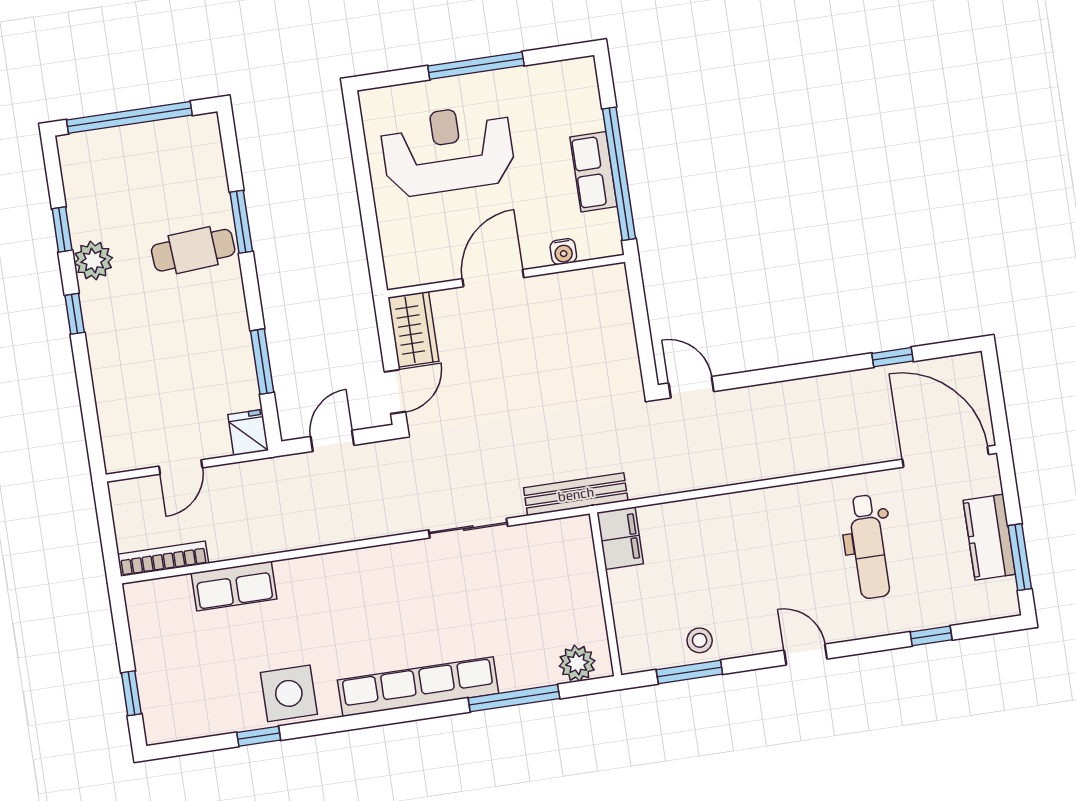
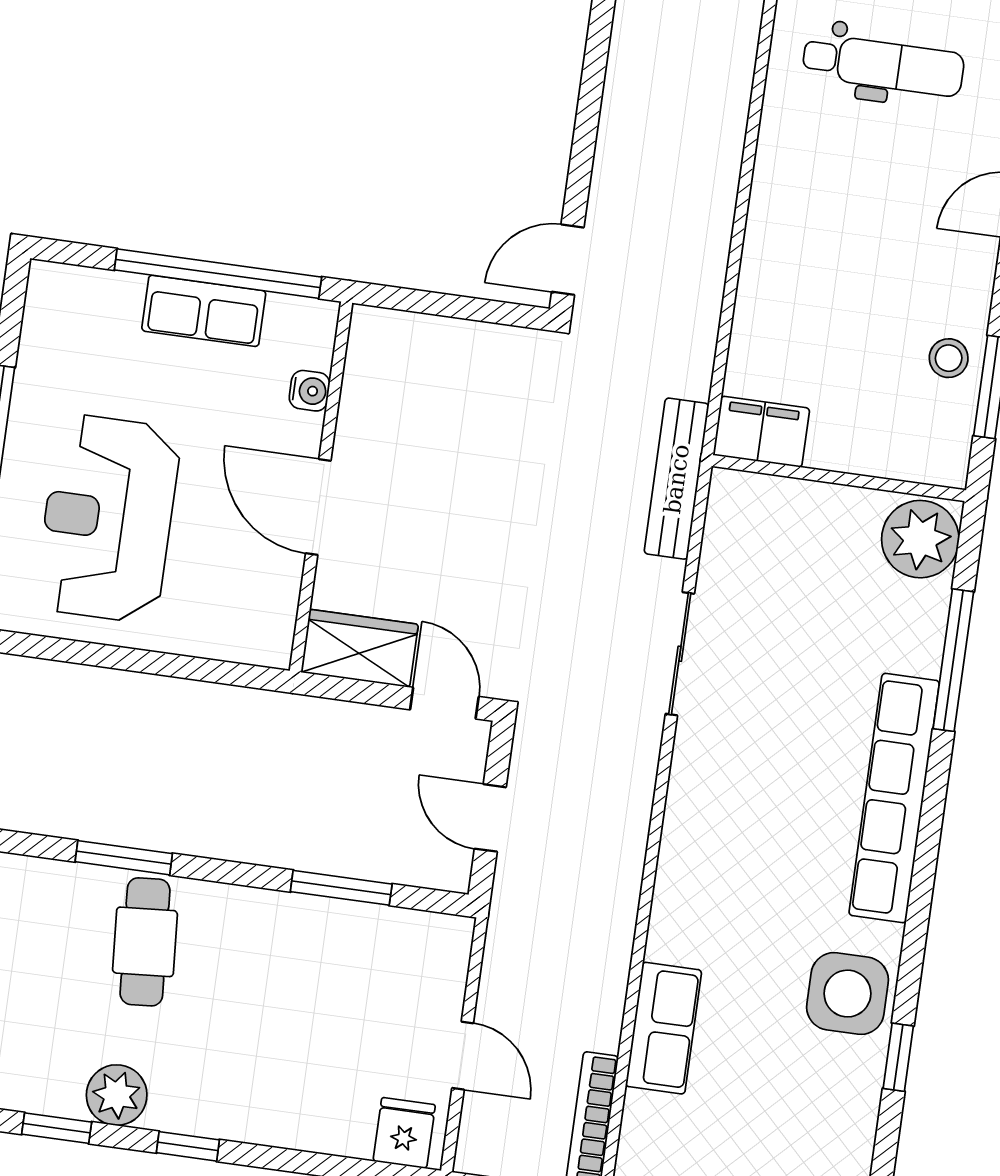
fridge: (248, 432) -> (404, 1133), moved, turned 90
plant: (577, 663) -> (920, 539), width x1.36, depth x1.36

